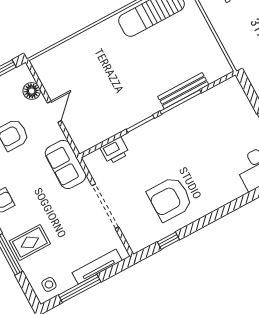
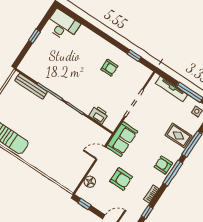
bench: (183, 91) -> (31, 86), moved
door: (54, 112) -> (101, 153), moved
armchair: (170, 199) -> (109, 68), width x0.53, depth x0.53

